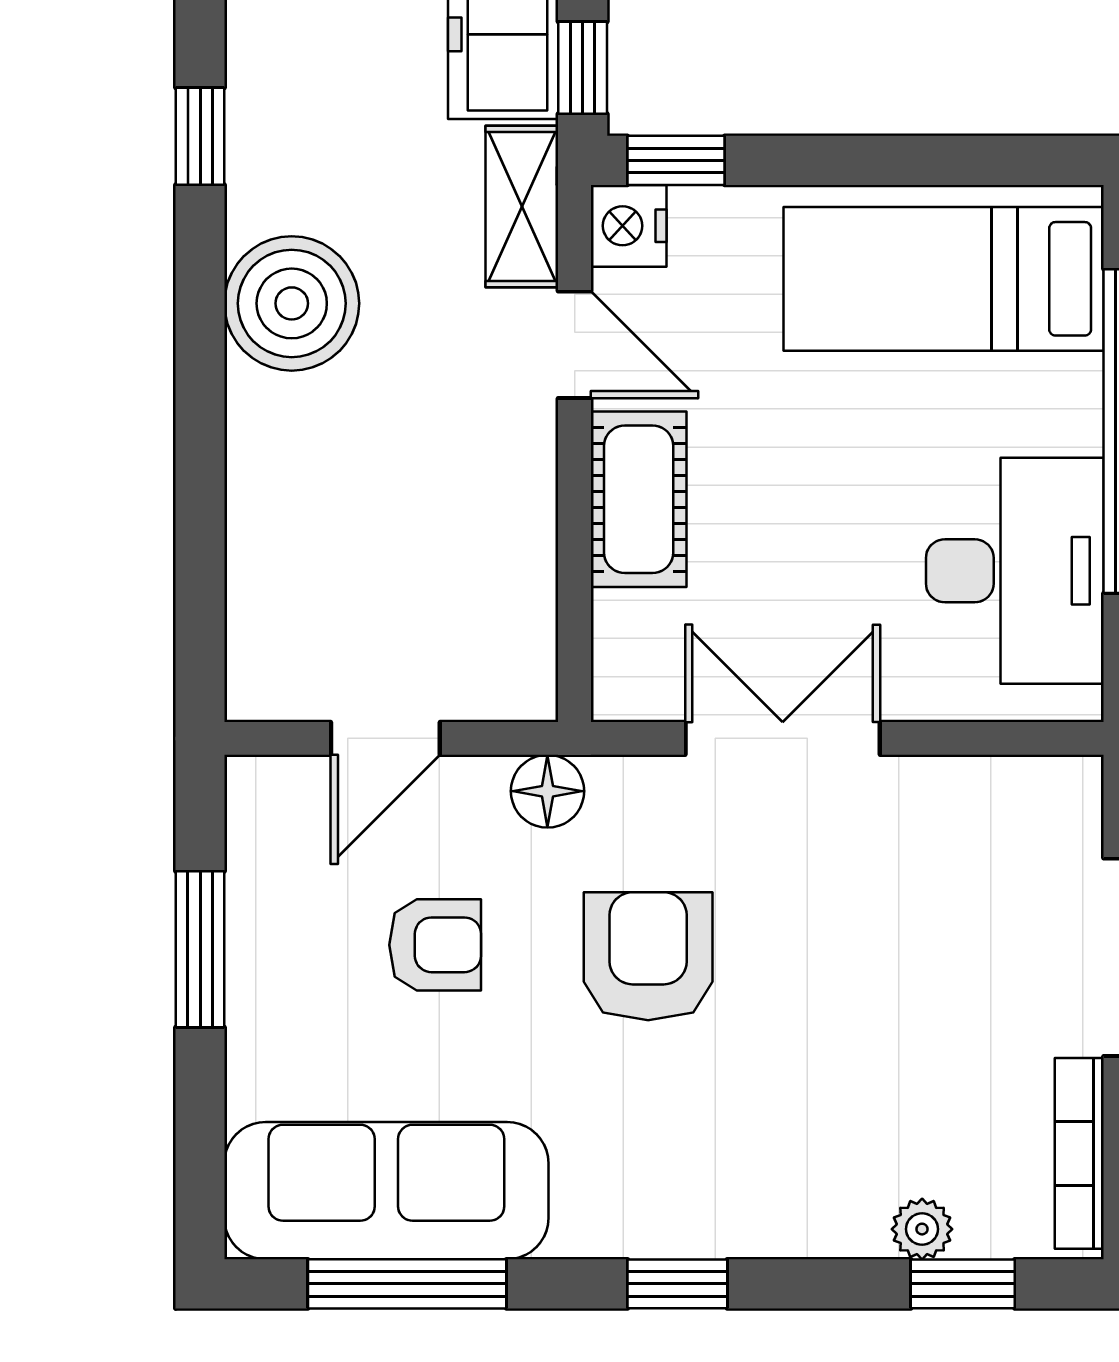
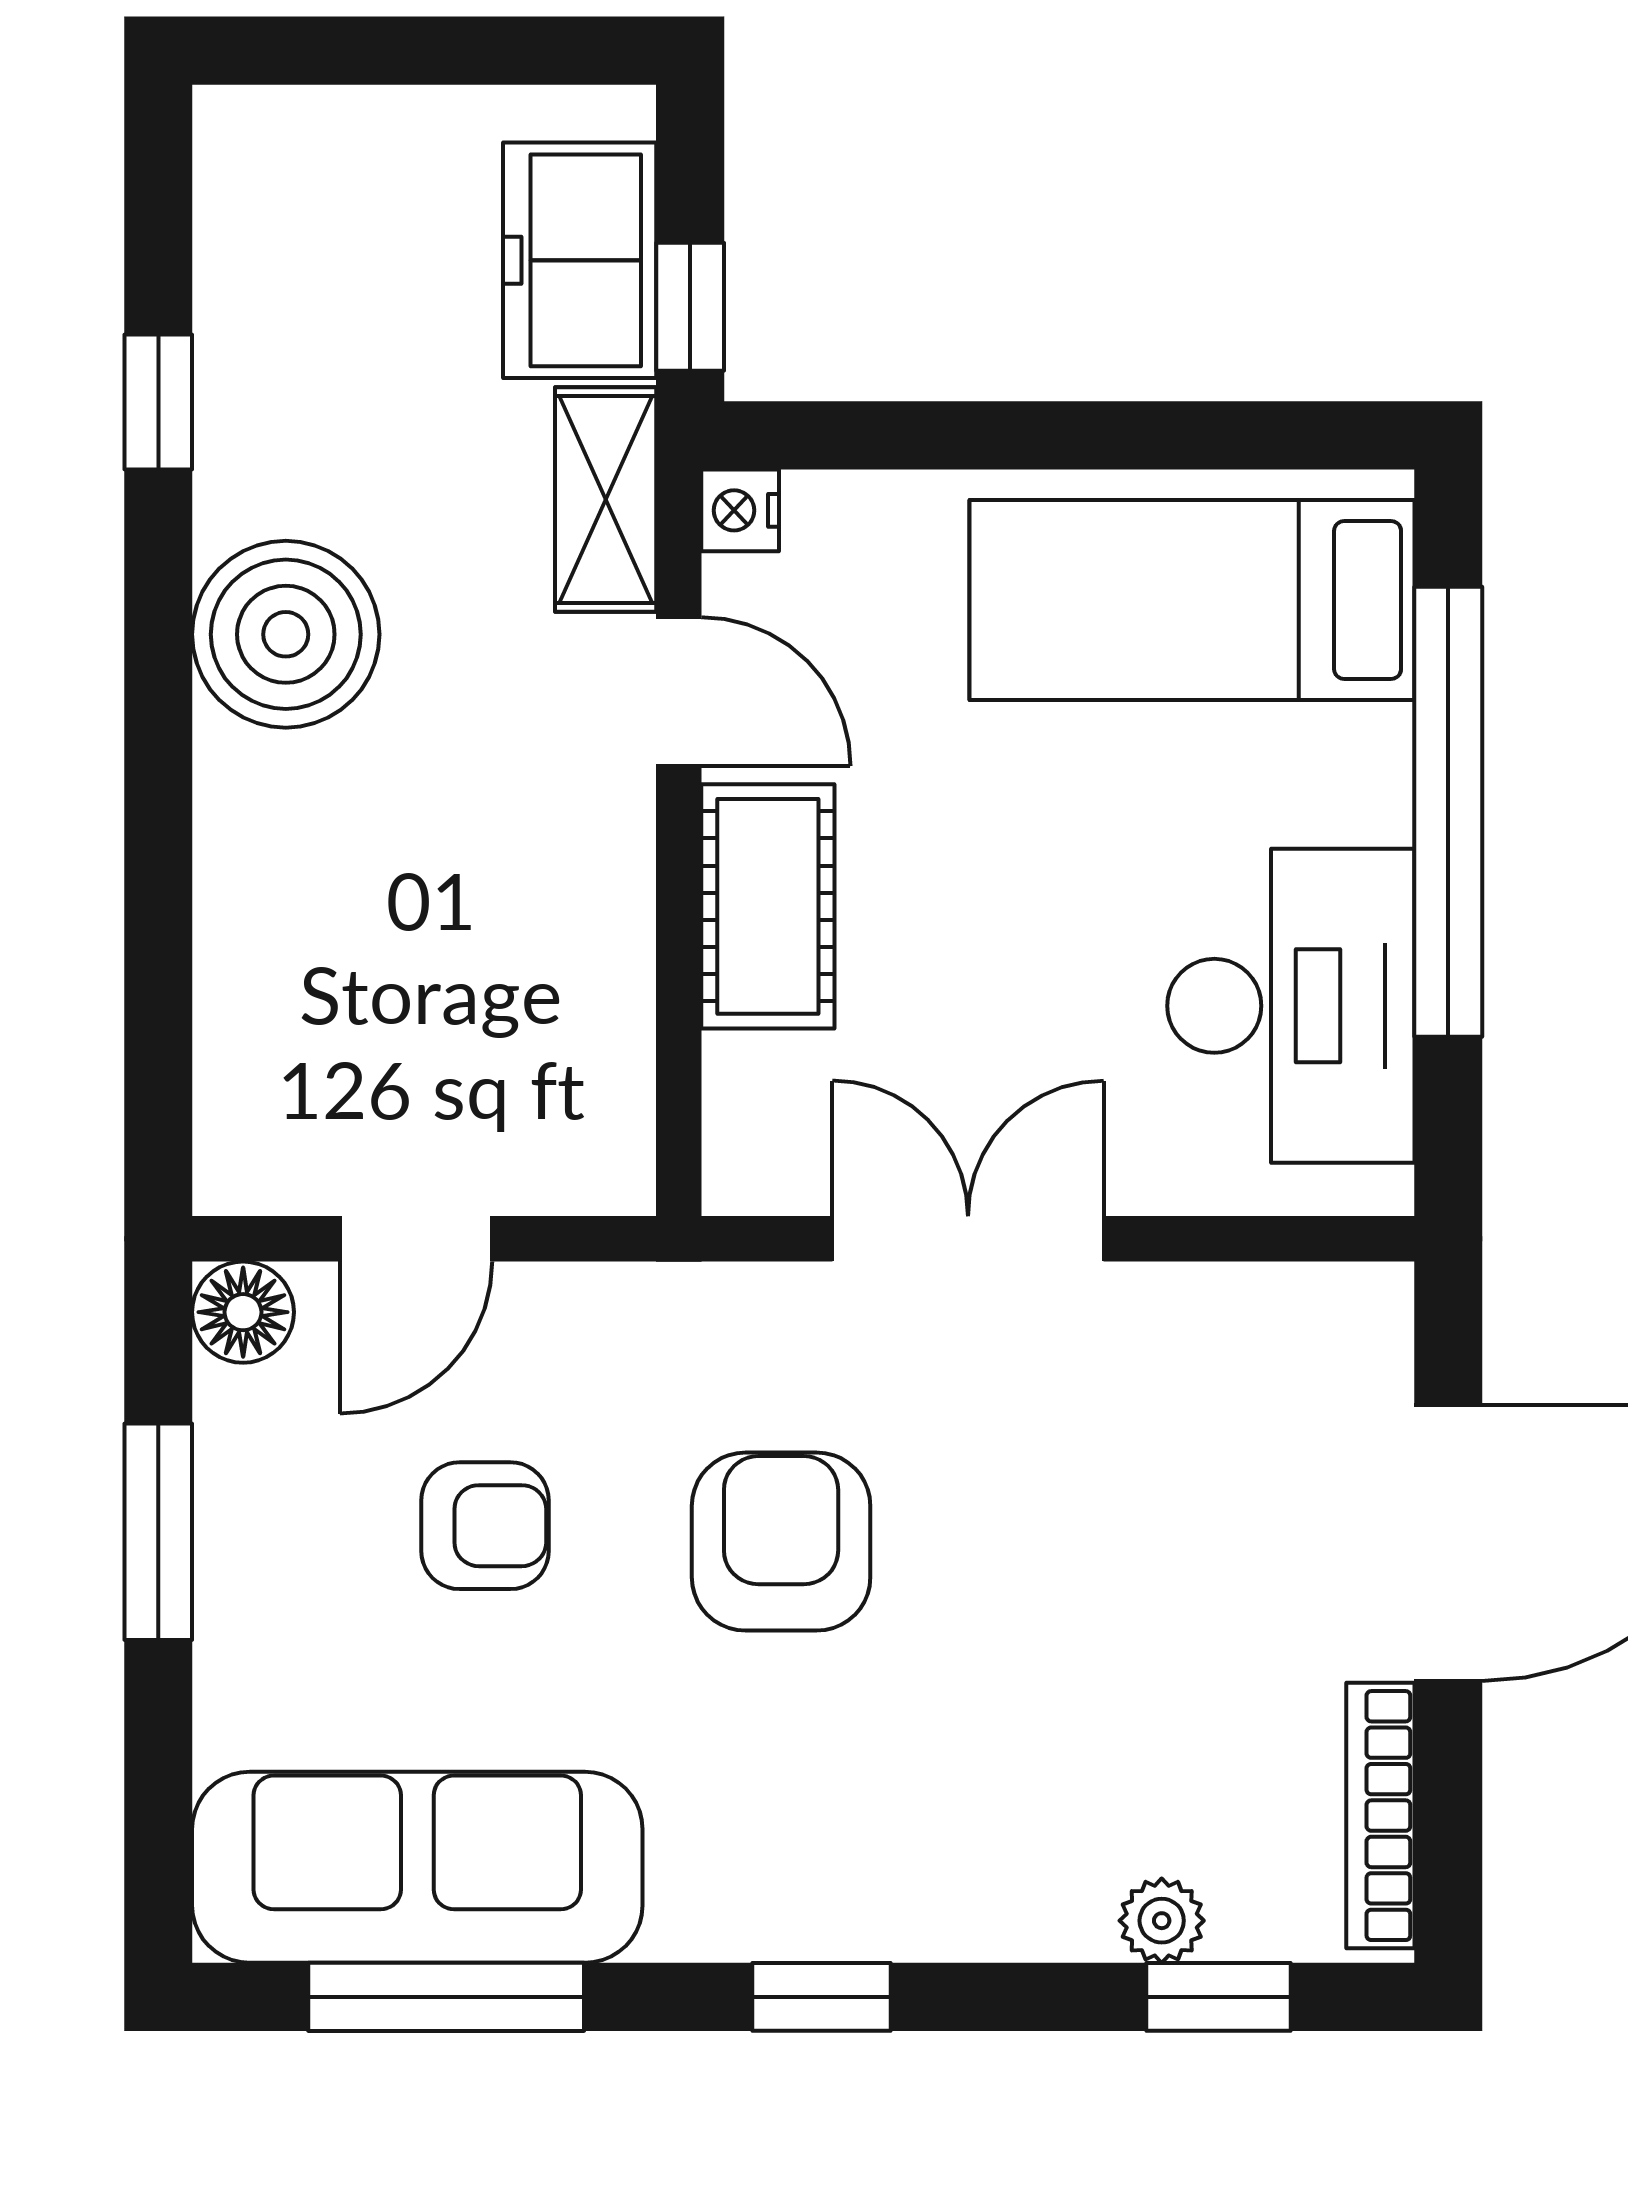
window: (676, 160) -> (820, 435), removed
nightstand: (629, 226) -> (740, 510), width x0.72, depth x0.74
floor lamp: (547, 791) -> (243, 1312), moved

